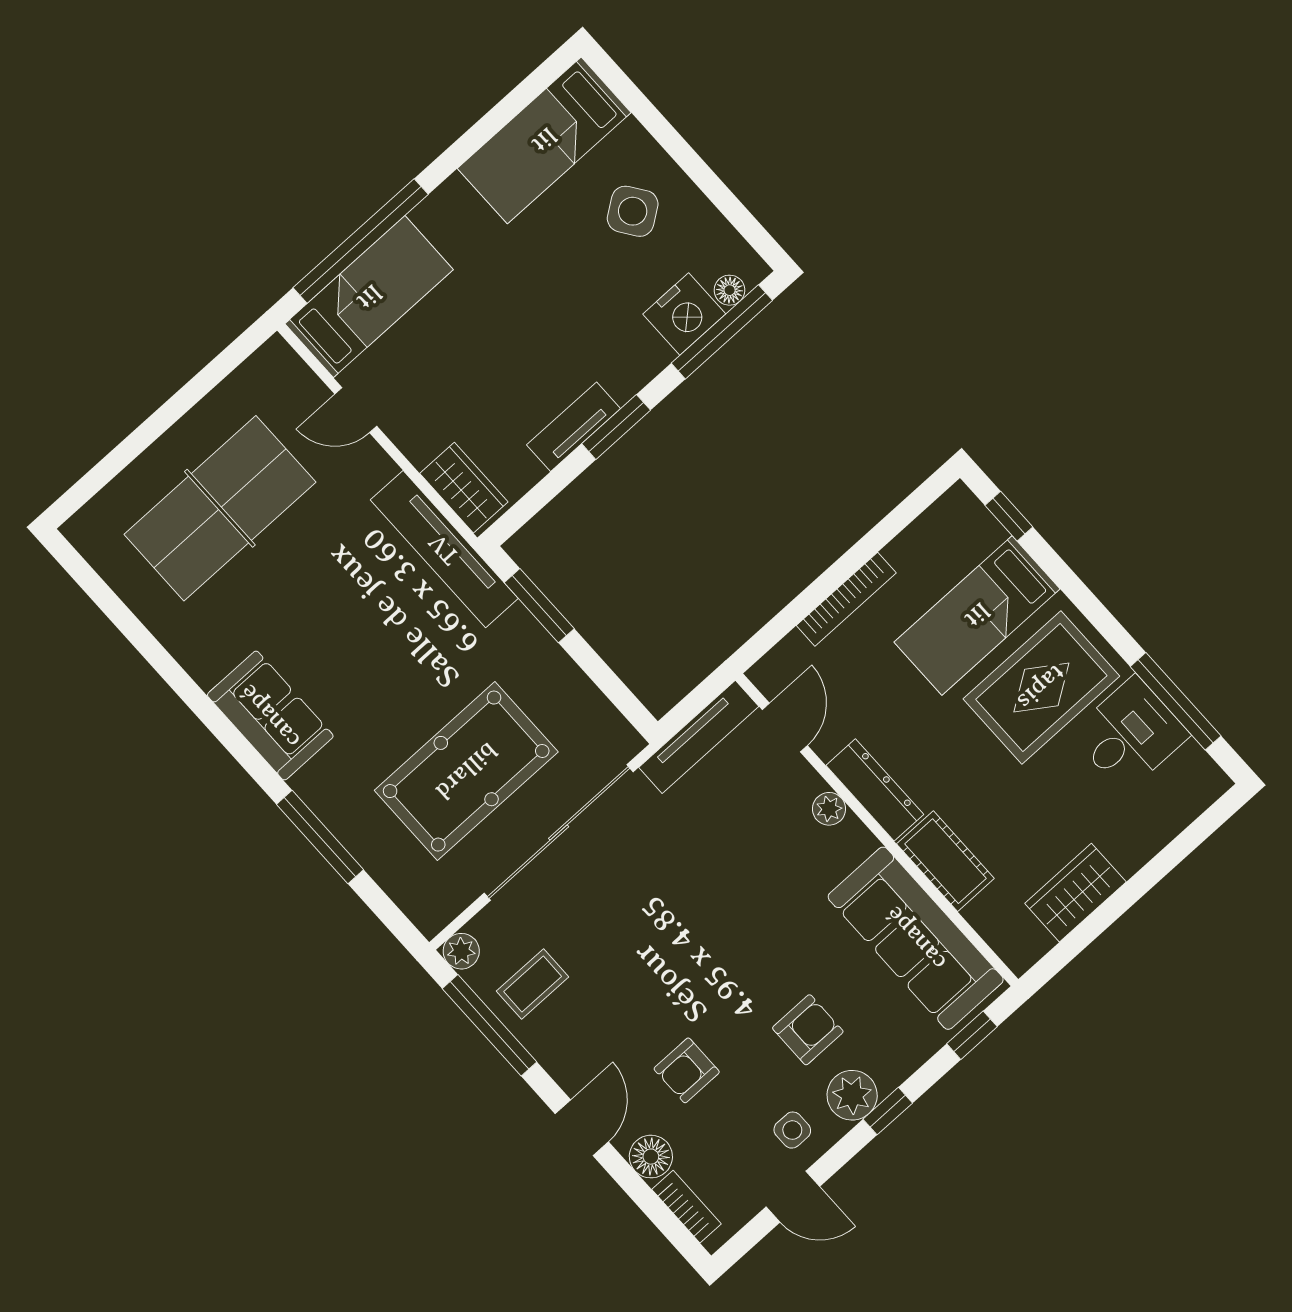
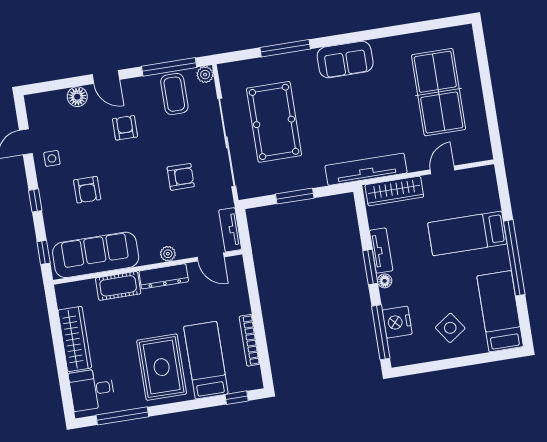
window: (361, 241) -> (514, 258), moved
floor lamp: (730, 290) -> (385, 281), moved
bed: (369, 297) -> (467, 233), moved, turned 90
wardrobe: (464, 488) -> (394, 191), width x1.50
bookcase: (846, 599) -> (249, 340), moved
window: (539, 606) -> (295, 196), moved
desk: (1130, 734) -> (92, 389), moved, turned 90
tv unit: (699, 737) -> (230, 230), width x0.71
armchair: (675, 876) -> (181, 177), added
wardrobe: (1075, 893) -> (75, 339), width x1.50
coffee table: (533, 984) -> (174, 94), width x1.36, depth x1.30
armchair: (687, 1070) -> (125, 128), moved
plant: (852, 1095) -> (50, 191), removed
bookcase: (686, 1207) -> (49, 98), removed

